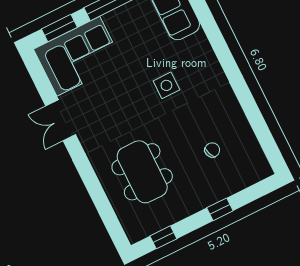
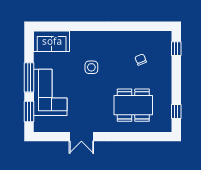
corner sofa: (78, 56) -> (50, 92), moved
window: (220, 209) -> (176, 49), moved

